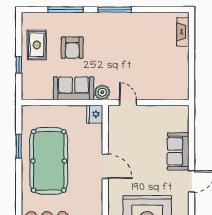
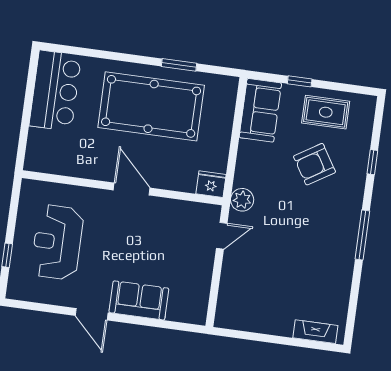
window: (66, 10) -> (372, 162), width x0.46
armchair: (72, 48) -> (314, 164), turned -32
sofa: (74, 88) -> (260, 110), moved
door: (105, 166) -> (132, 189), swing flipped

